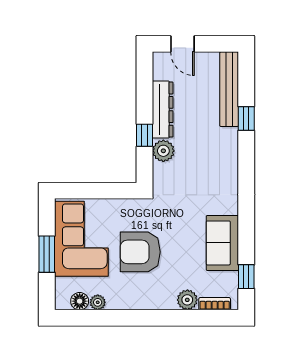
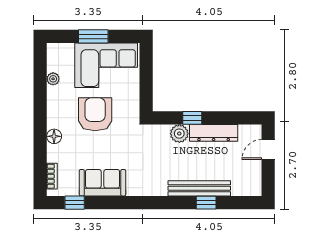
bench: (229, 89) -> (199, 188), moved
plant: (187, 300) -> (55, 153), removed
floor lamp: (80, 301) -> (54, 136), moved

